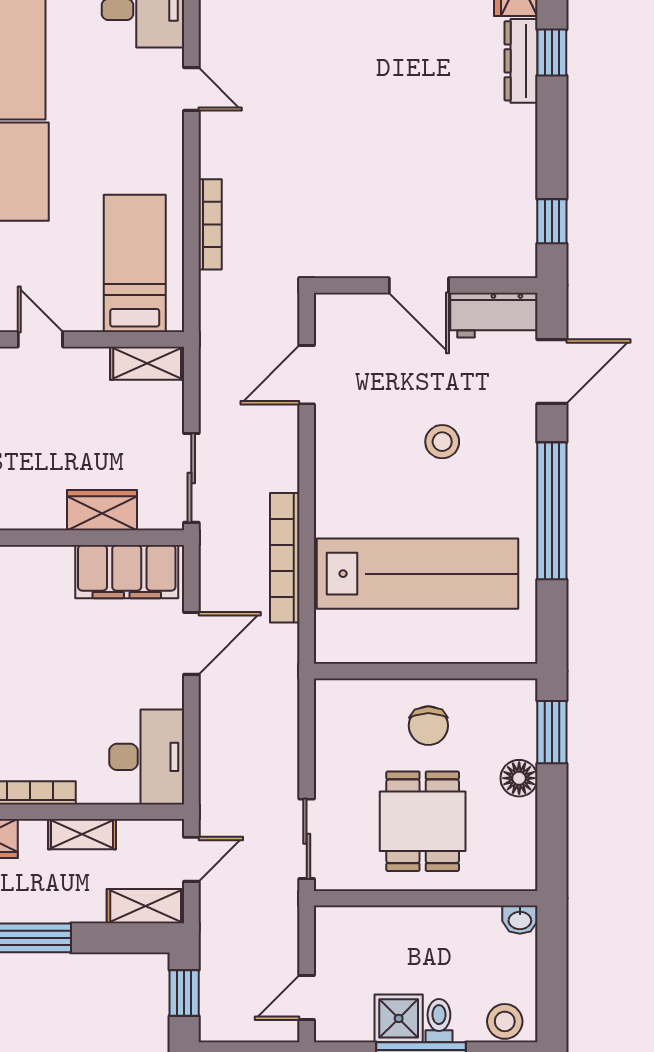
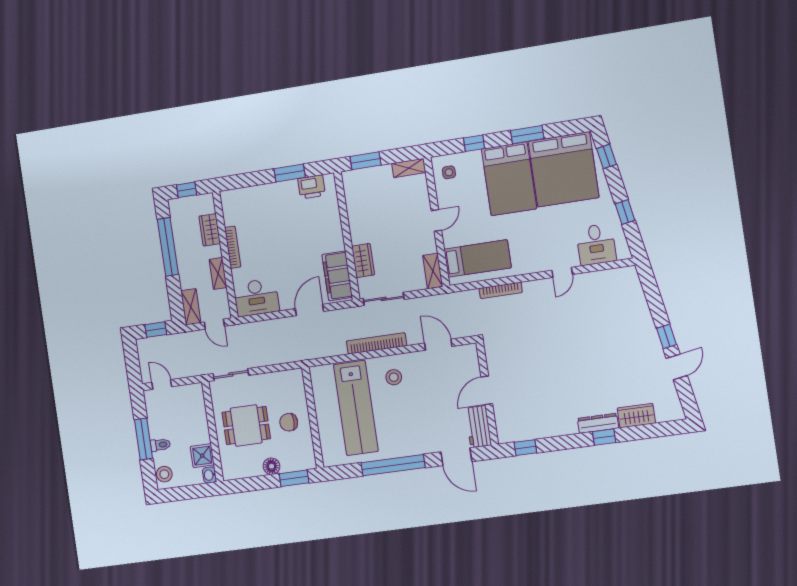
stool: (442, 442) -> (394, 377), moved
bookcase: (285, 558) -> (377, 343), moved
door: (191, 643) -> (309, 310), swing flipped
shower: (399, 1018) -> (202, 456), moved

